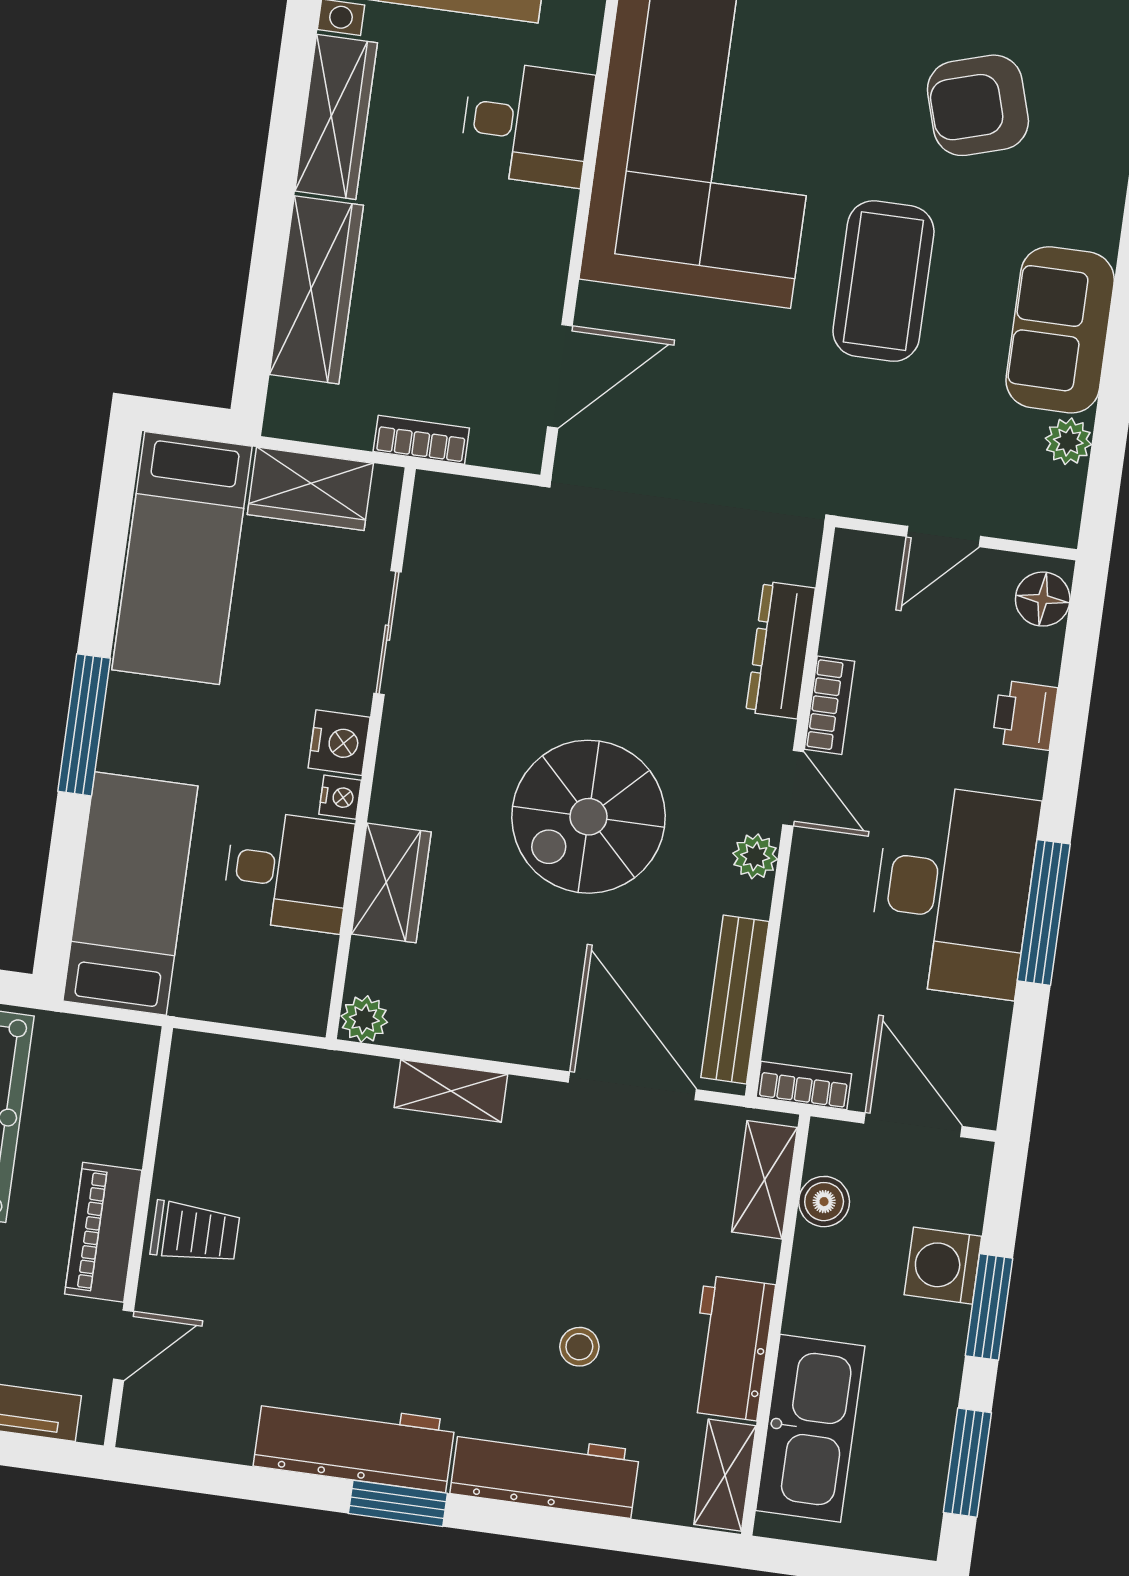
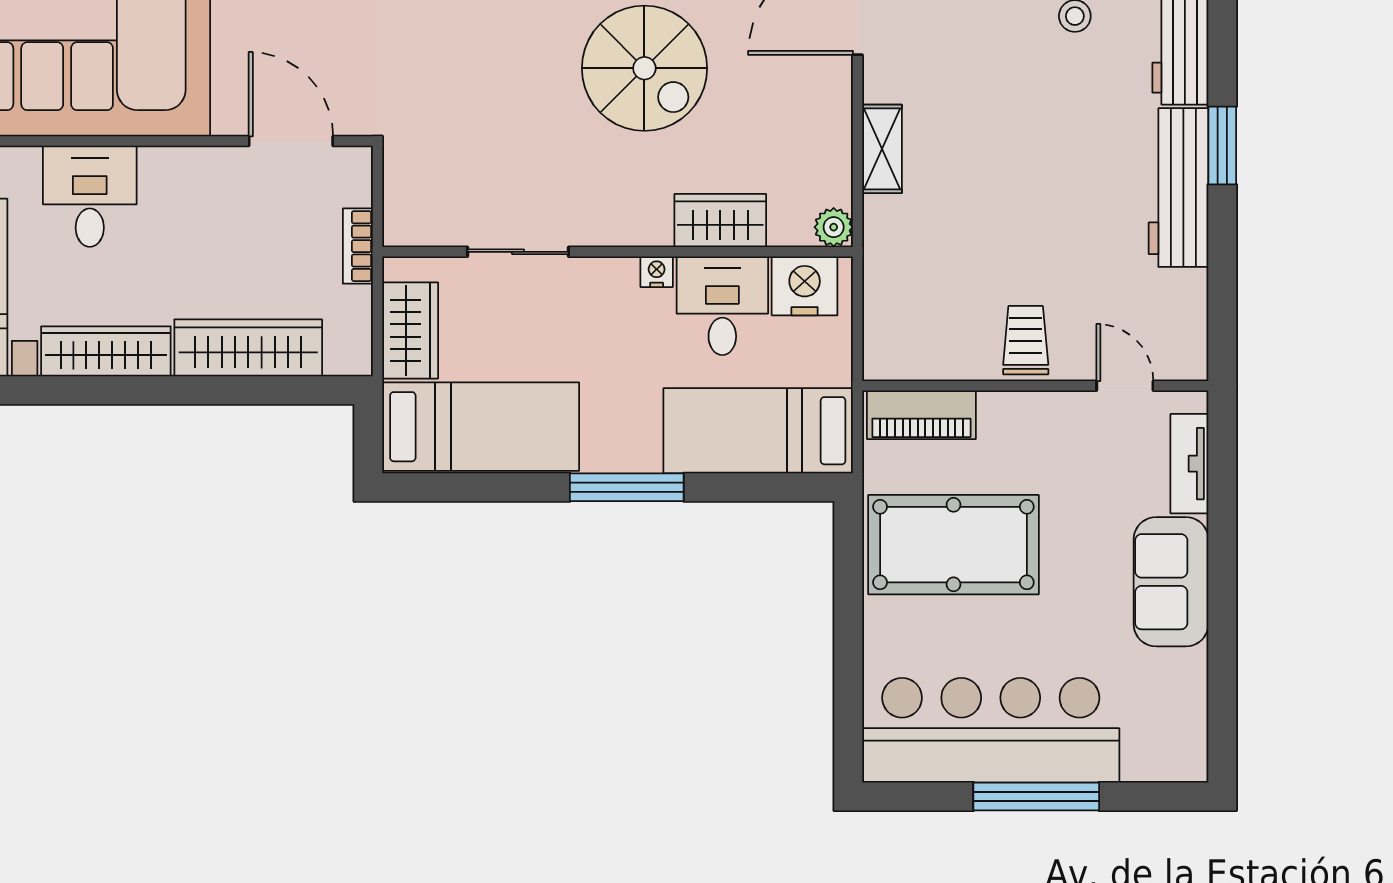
nightstand: (339, 743) -> (805, 286), moved, width x1.36, depth x1.33
piano: (103, 1232) -> (921, 415), moved

